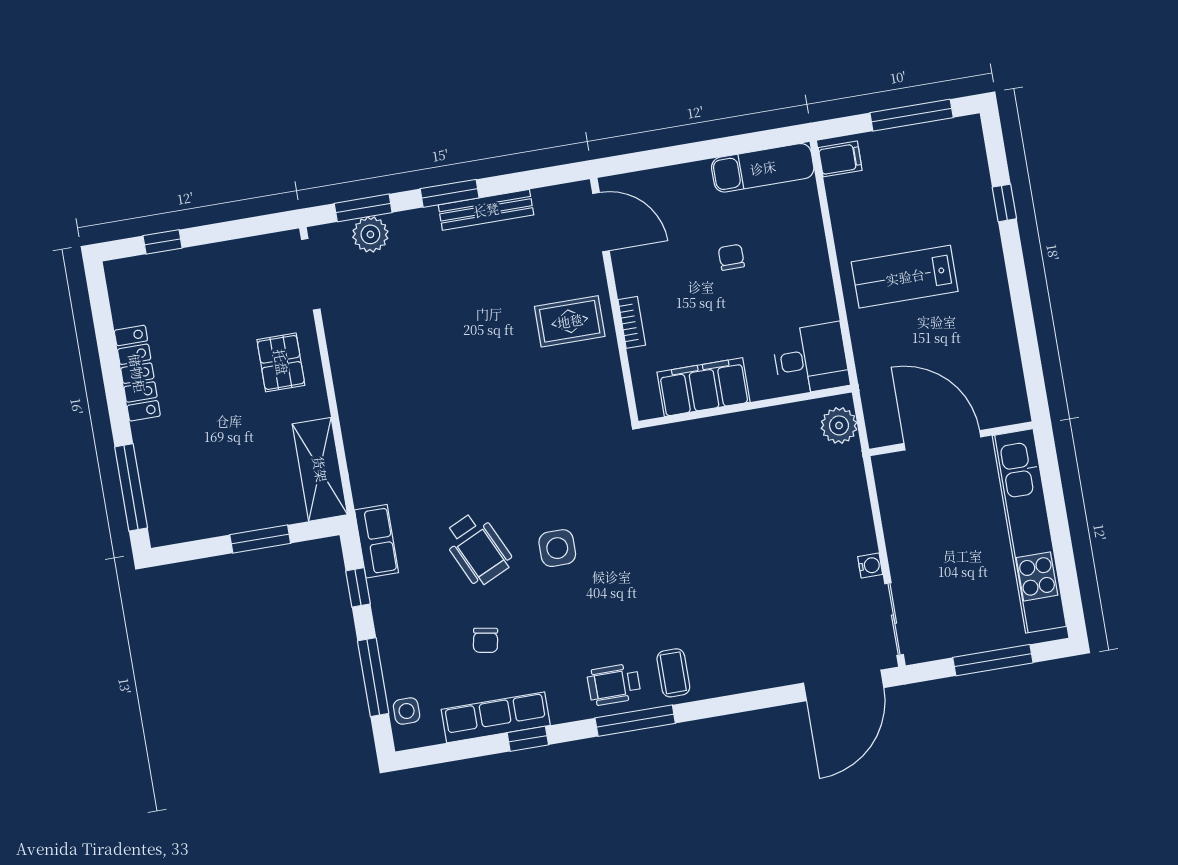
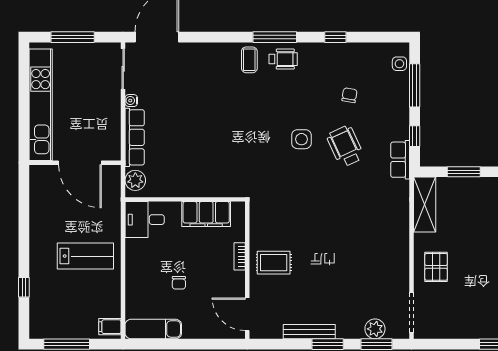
row of seats: (496, 717) -> (135, 137), moved, turned -90

